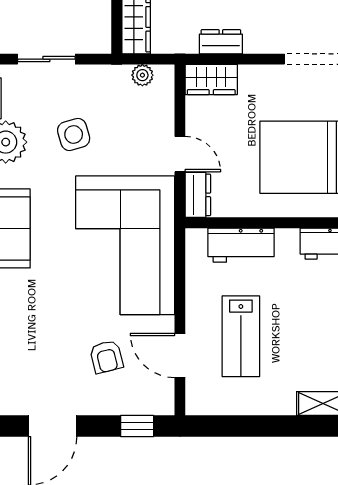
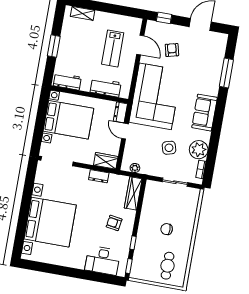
lab bench: (241, 336) -> (113, 48), turned 180

